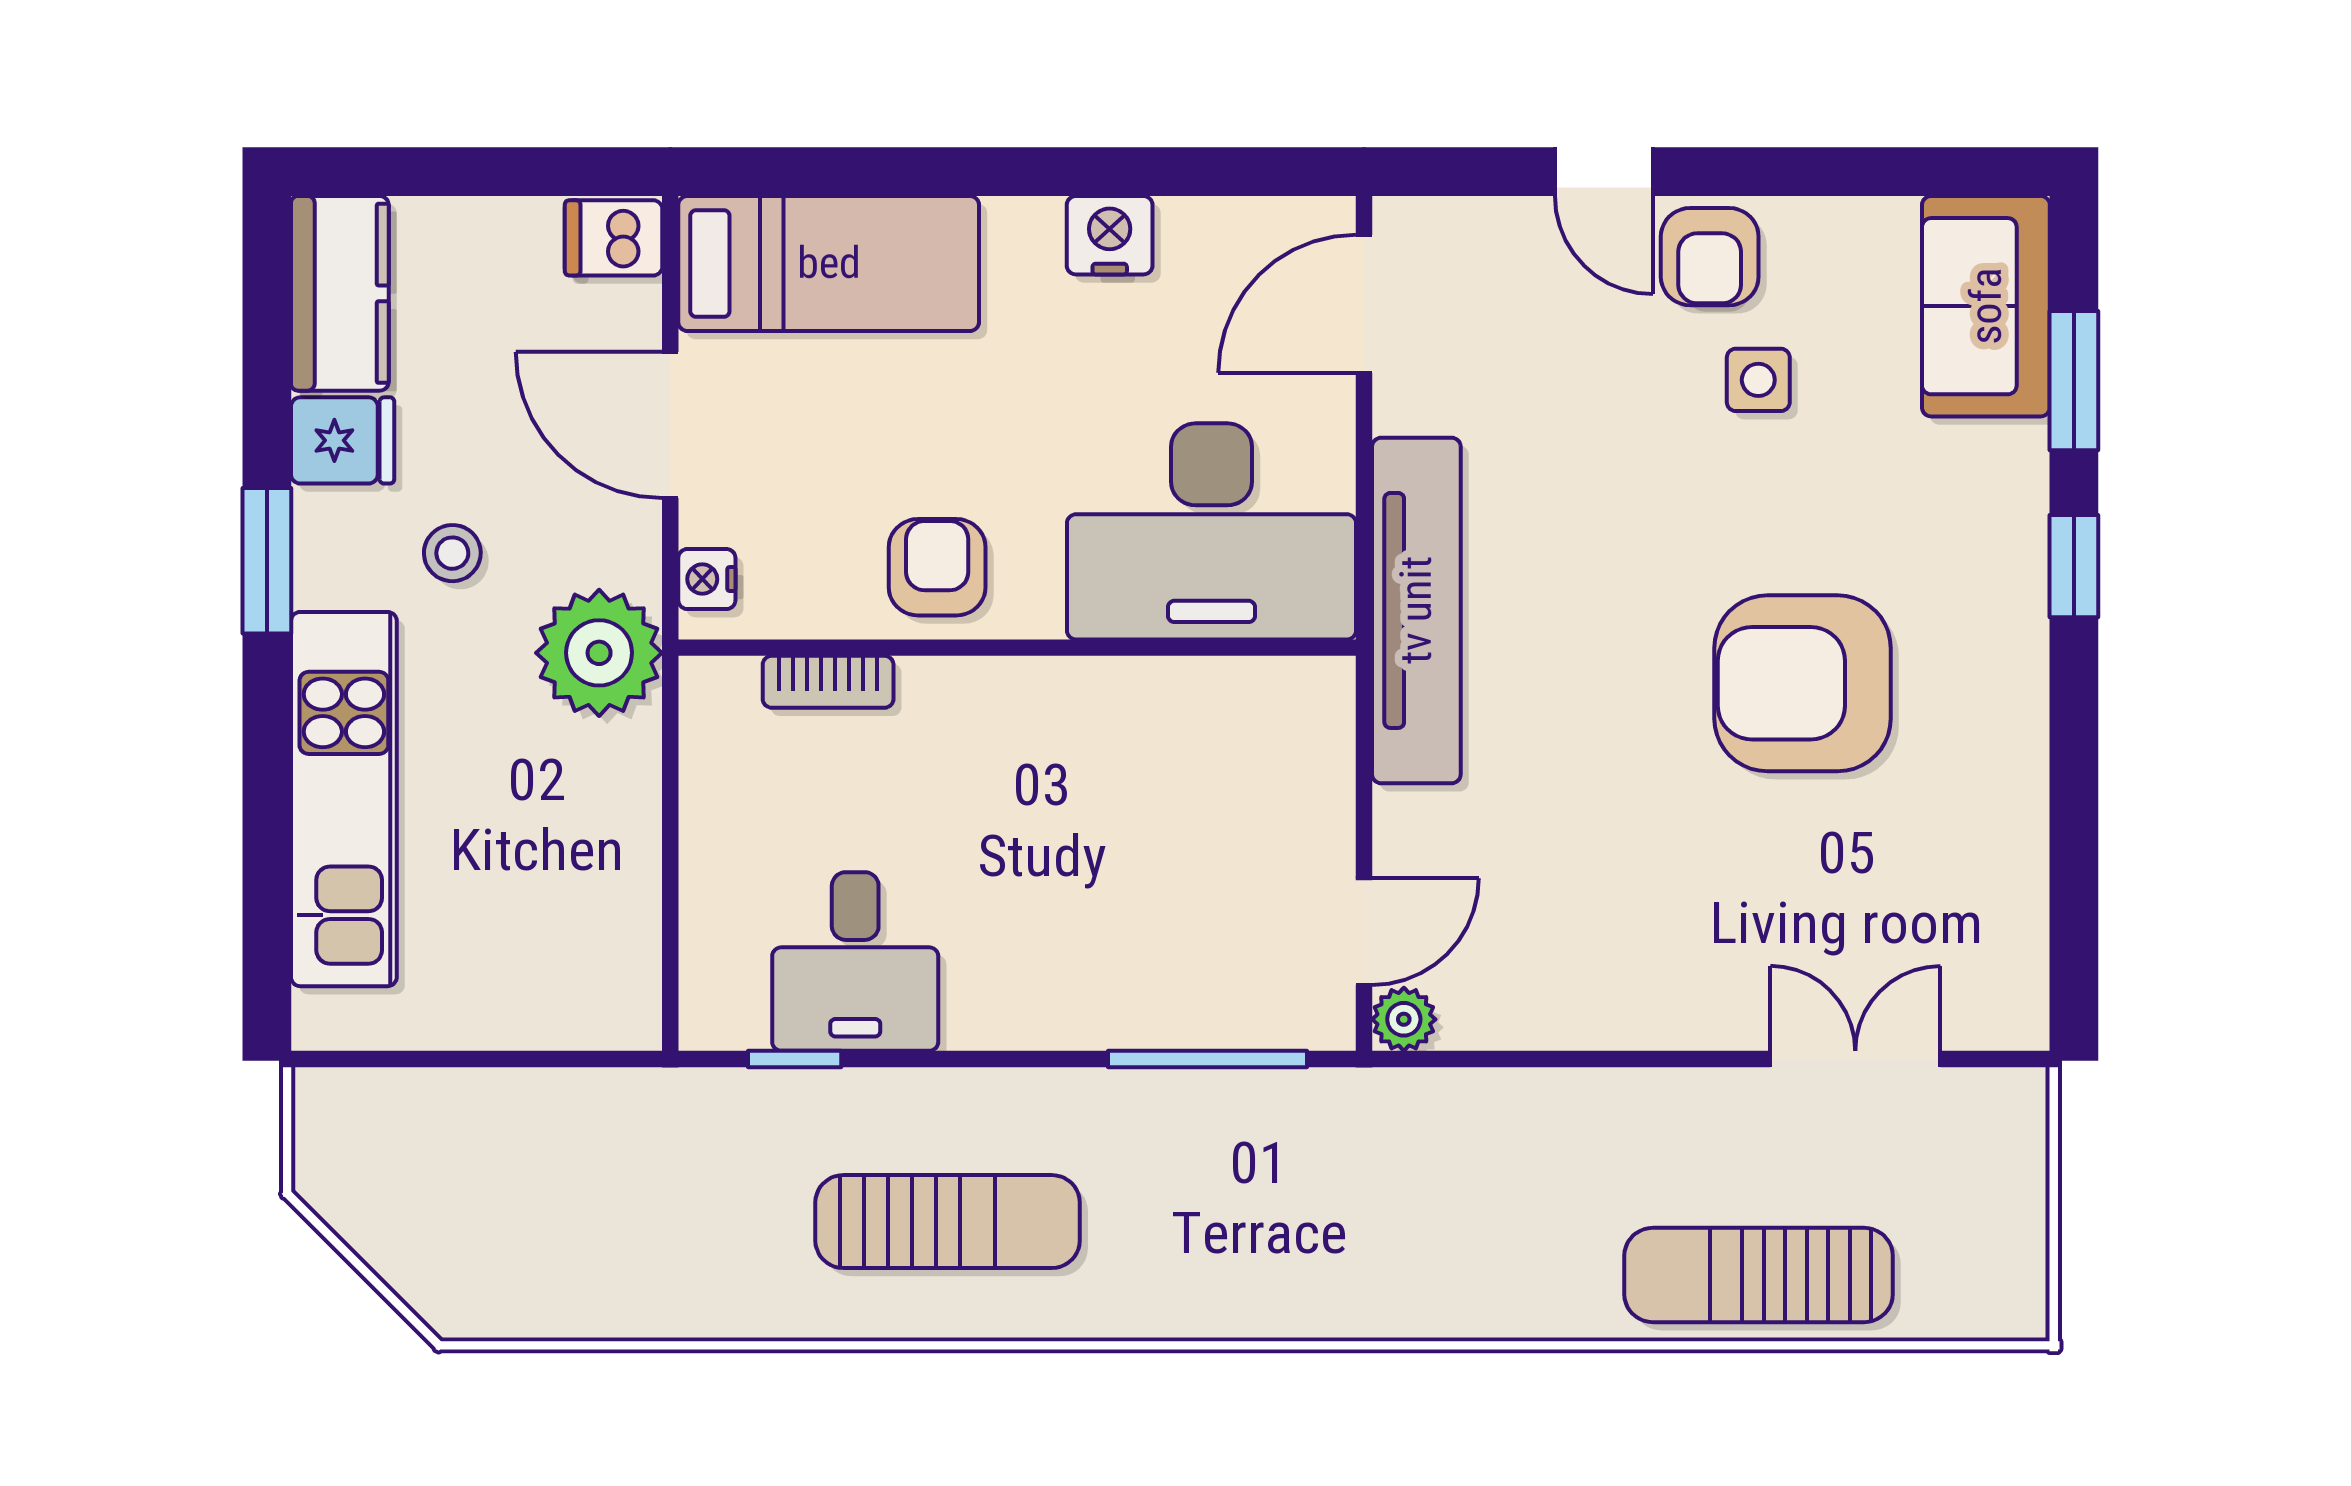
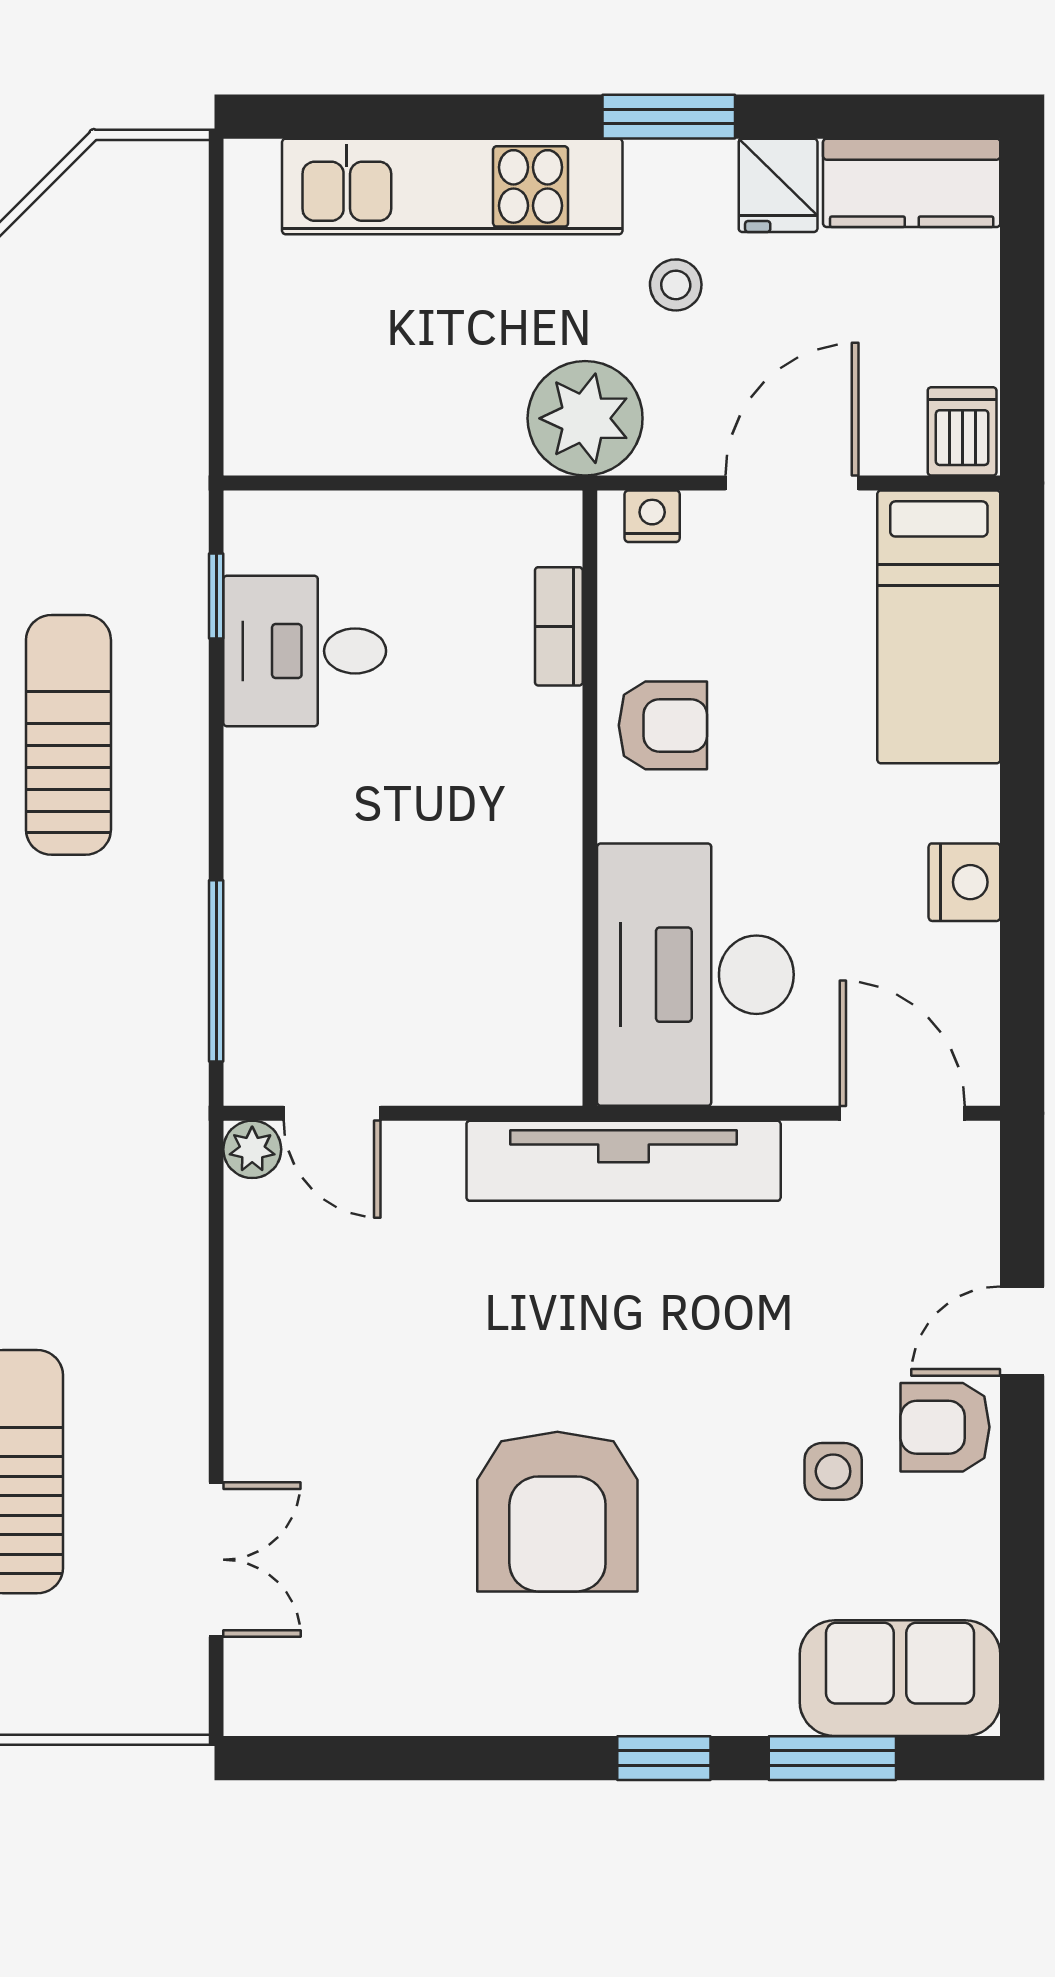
armchair: (1803, 683) -> (557, 1512), turned 180
sun lounger: (948, 1222) -> (68, 735), turned 180

